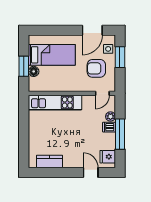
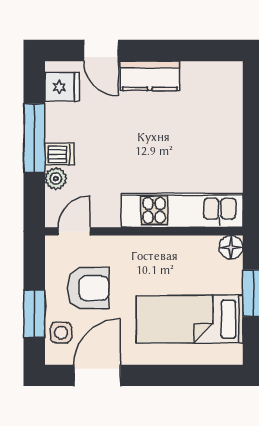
floor lamp: (34, 71) -> (231, 247), moved
kitchen counter: (49, 161) -> (150, 76), moved

